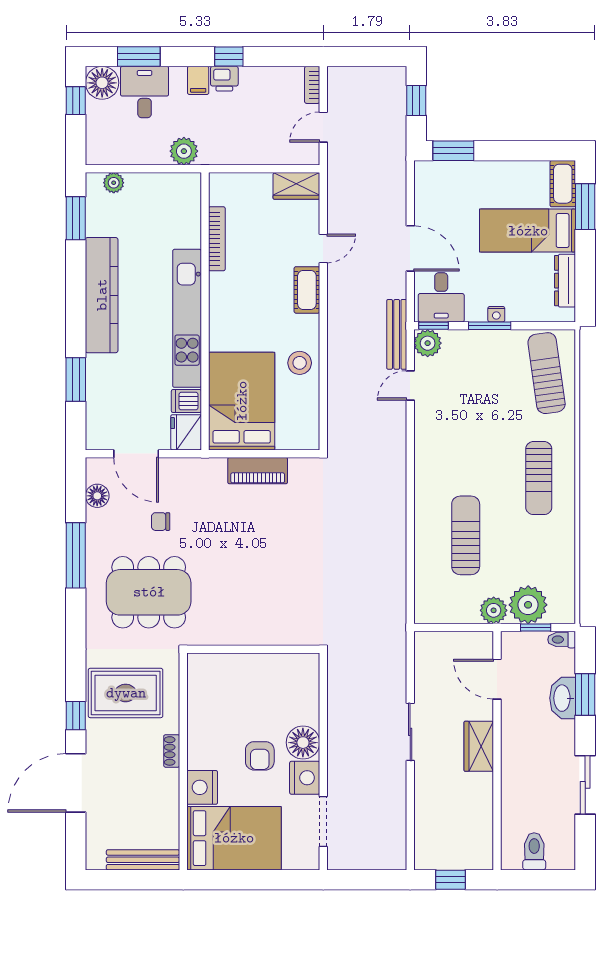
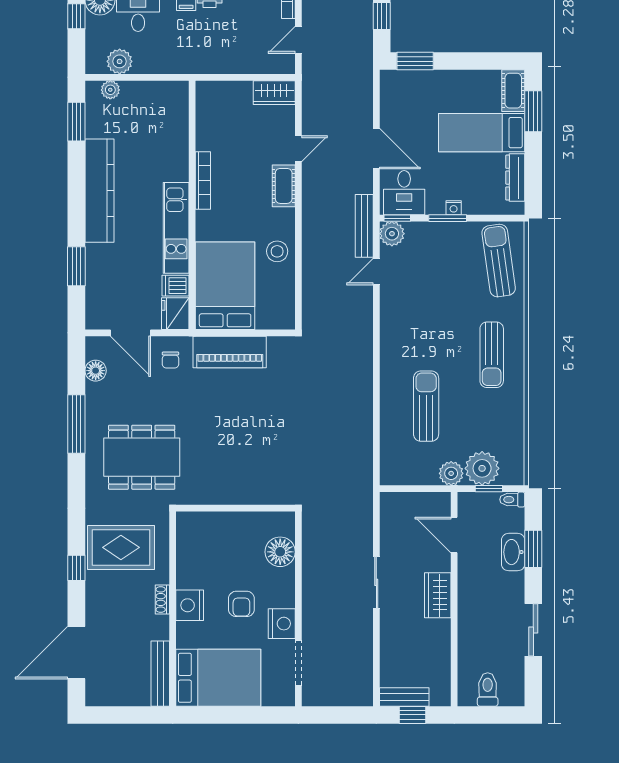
plant: (184, 151) -> (120, 61), moved
bookcase: (217, 239) -> (203, 180), moved
kitchen unit: (187, 318) -> (176, 228), width x0.73
piano: (258, 471) -> (230, 352), width x1.37, depth x1.33
chair: (161, 522) -> (170, 360), moved, turned -90
floor lamp: (303, 743) -> (280, 552), moved
door: (76, 783) -> (76, 653), moved
nightstand: (202, 787) -> (190, 605), moved
bench: (143, 860) -> (160, 674), moved, turned 90
bench: (441, 860) -> (404, 697), added

